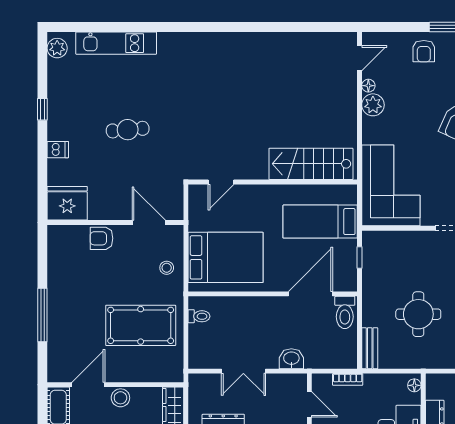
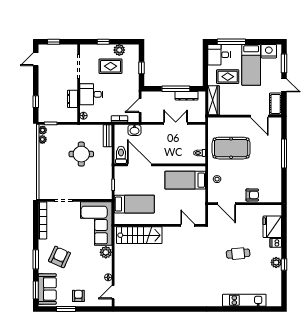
plant: (57, 48) -> (276, 262), moved
plant: (373, 105) -> (106, 252), moved
door: (221, 182) -> (188, 225), hinge flipped
fridge: (67, 203) -> (272, 227), moved, turned 90
bed: (226, 257) -> (185, 180), width x0.67
door: (310, 294) -> (139, 165), swing flipped
washbasin: (291, 359) -> (134, 130), moved
door: (88, 385) -> (259, 116), hinge flipped
stool: (120, 398) -> (242, 109), removed
door: (309, 404) -> (140, 105), hinge flipped

